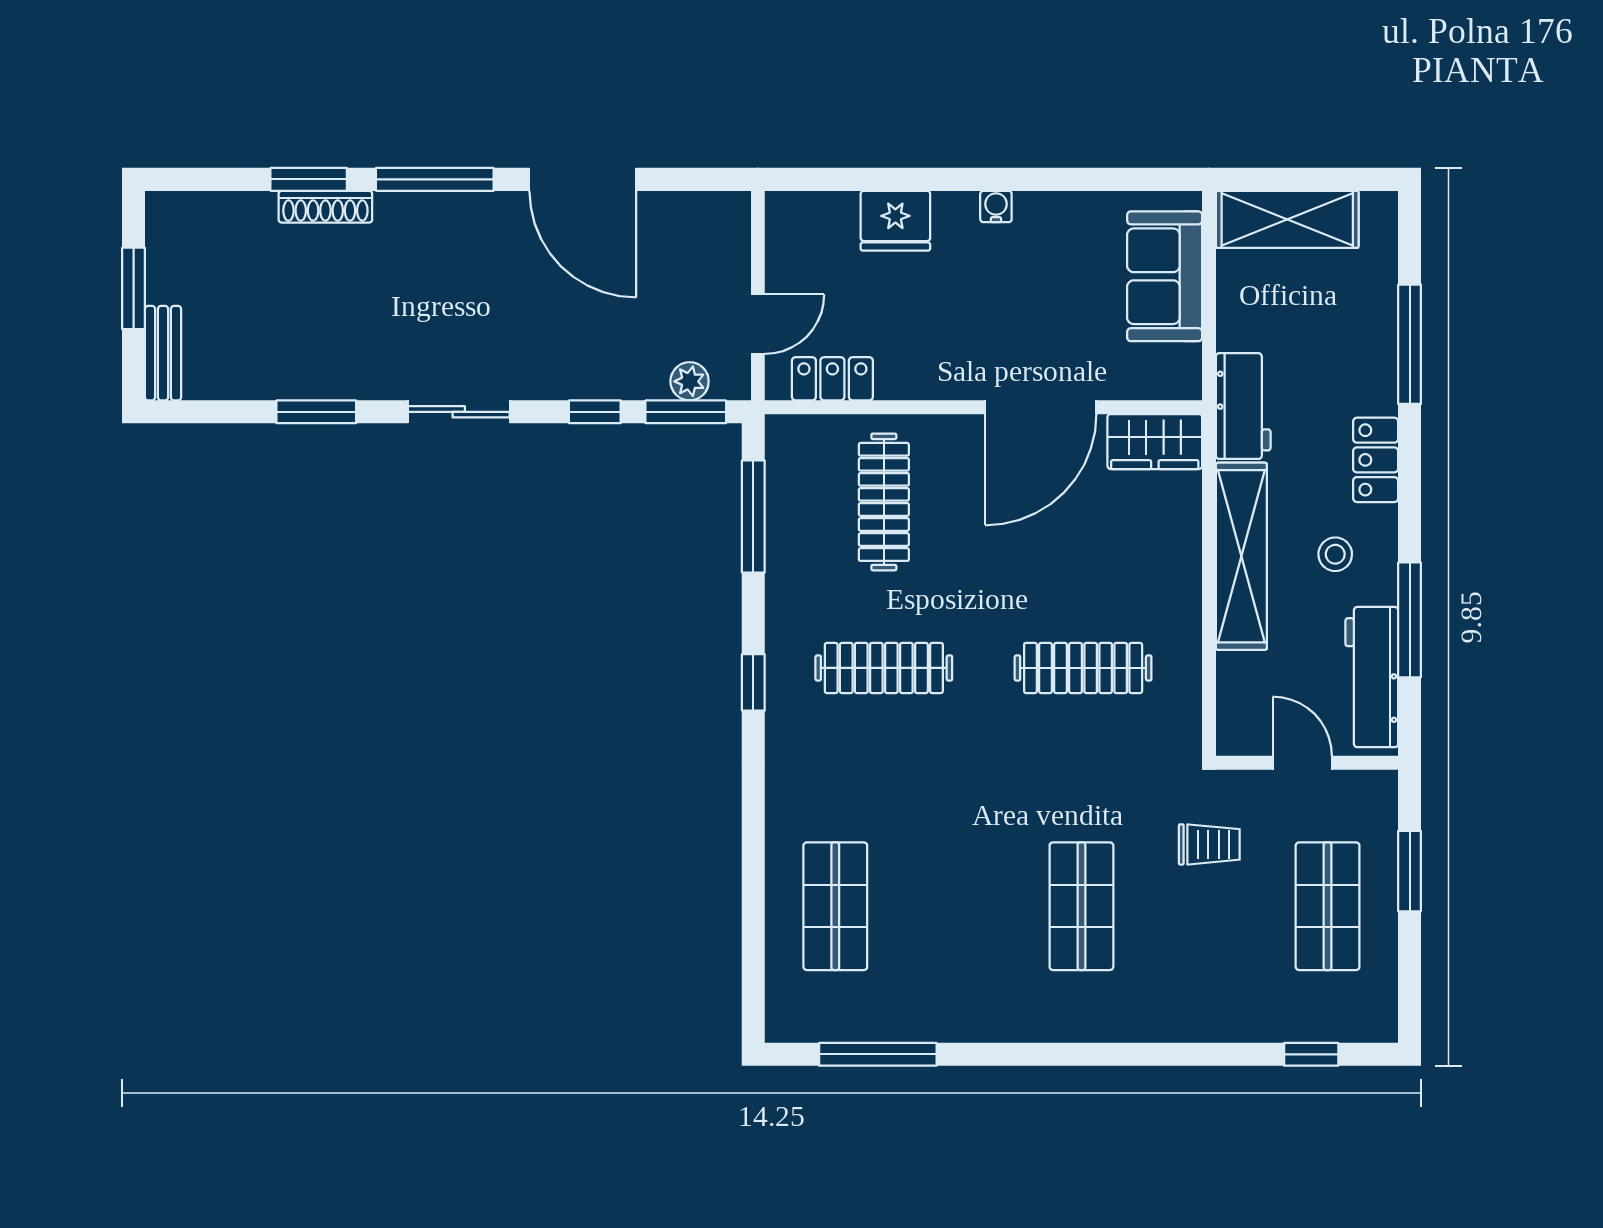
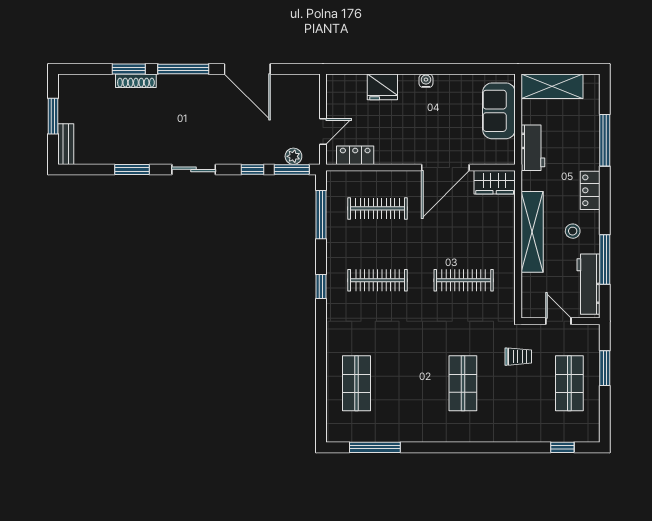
workbench: (1243, 406) -> (533, 148), moved
clothes rail: (884, 502) -> (377, 208), turned 90

